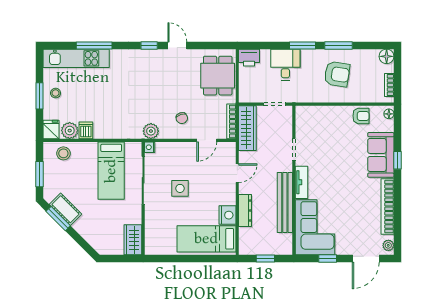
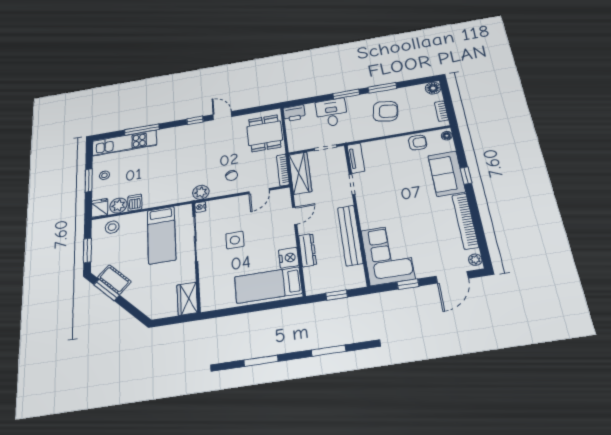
tv unit: (301, 182) -> (356, 158), moved

